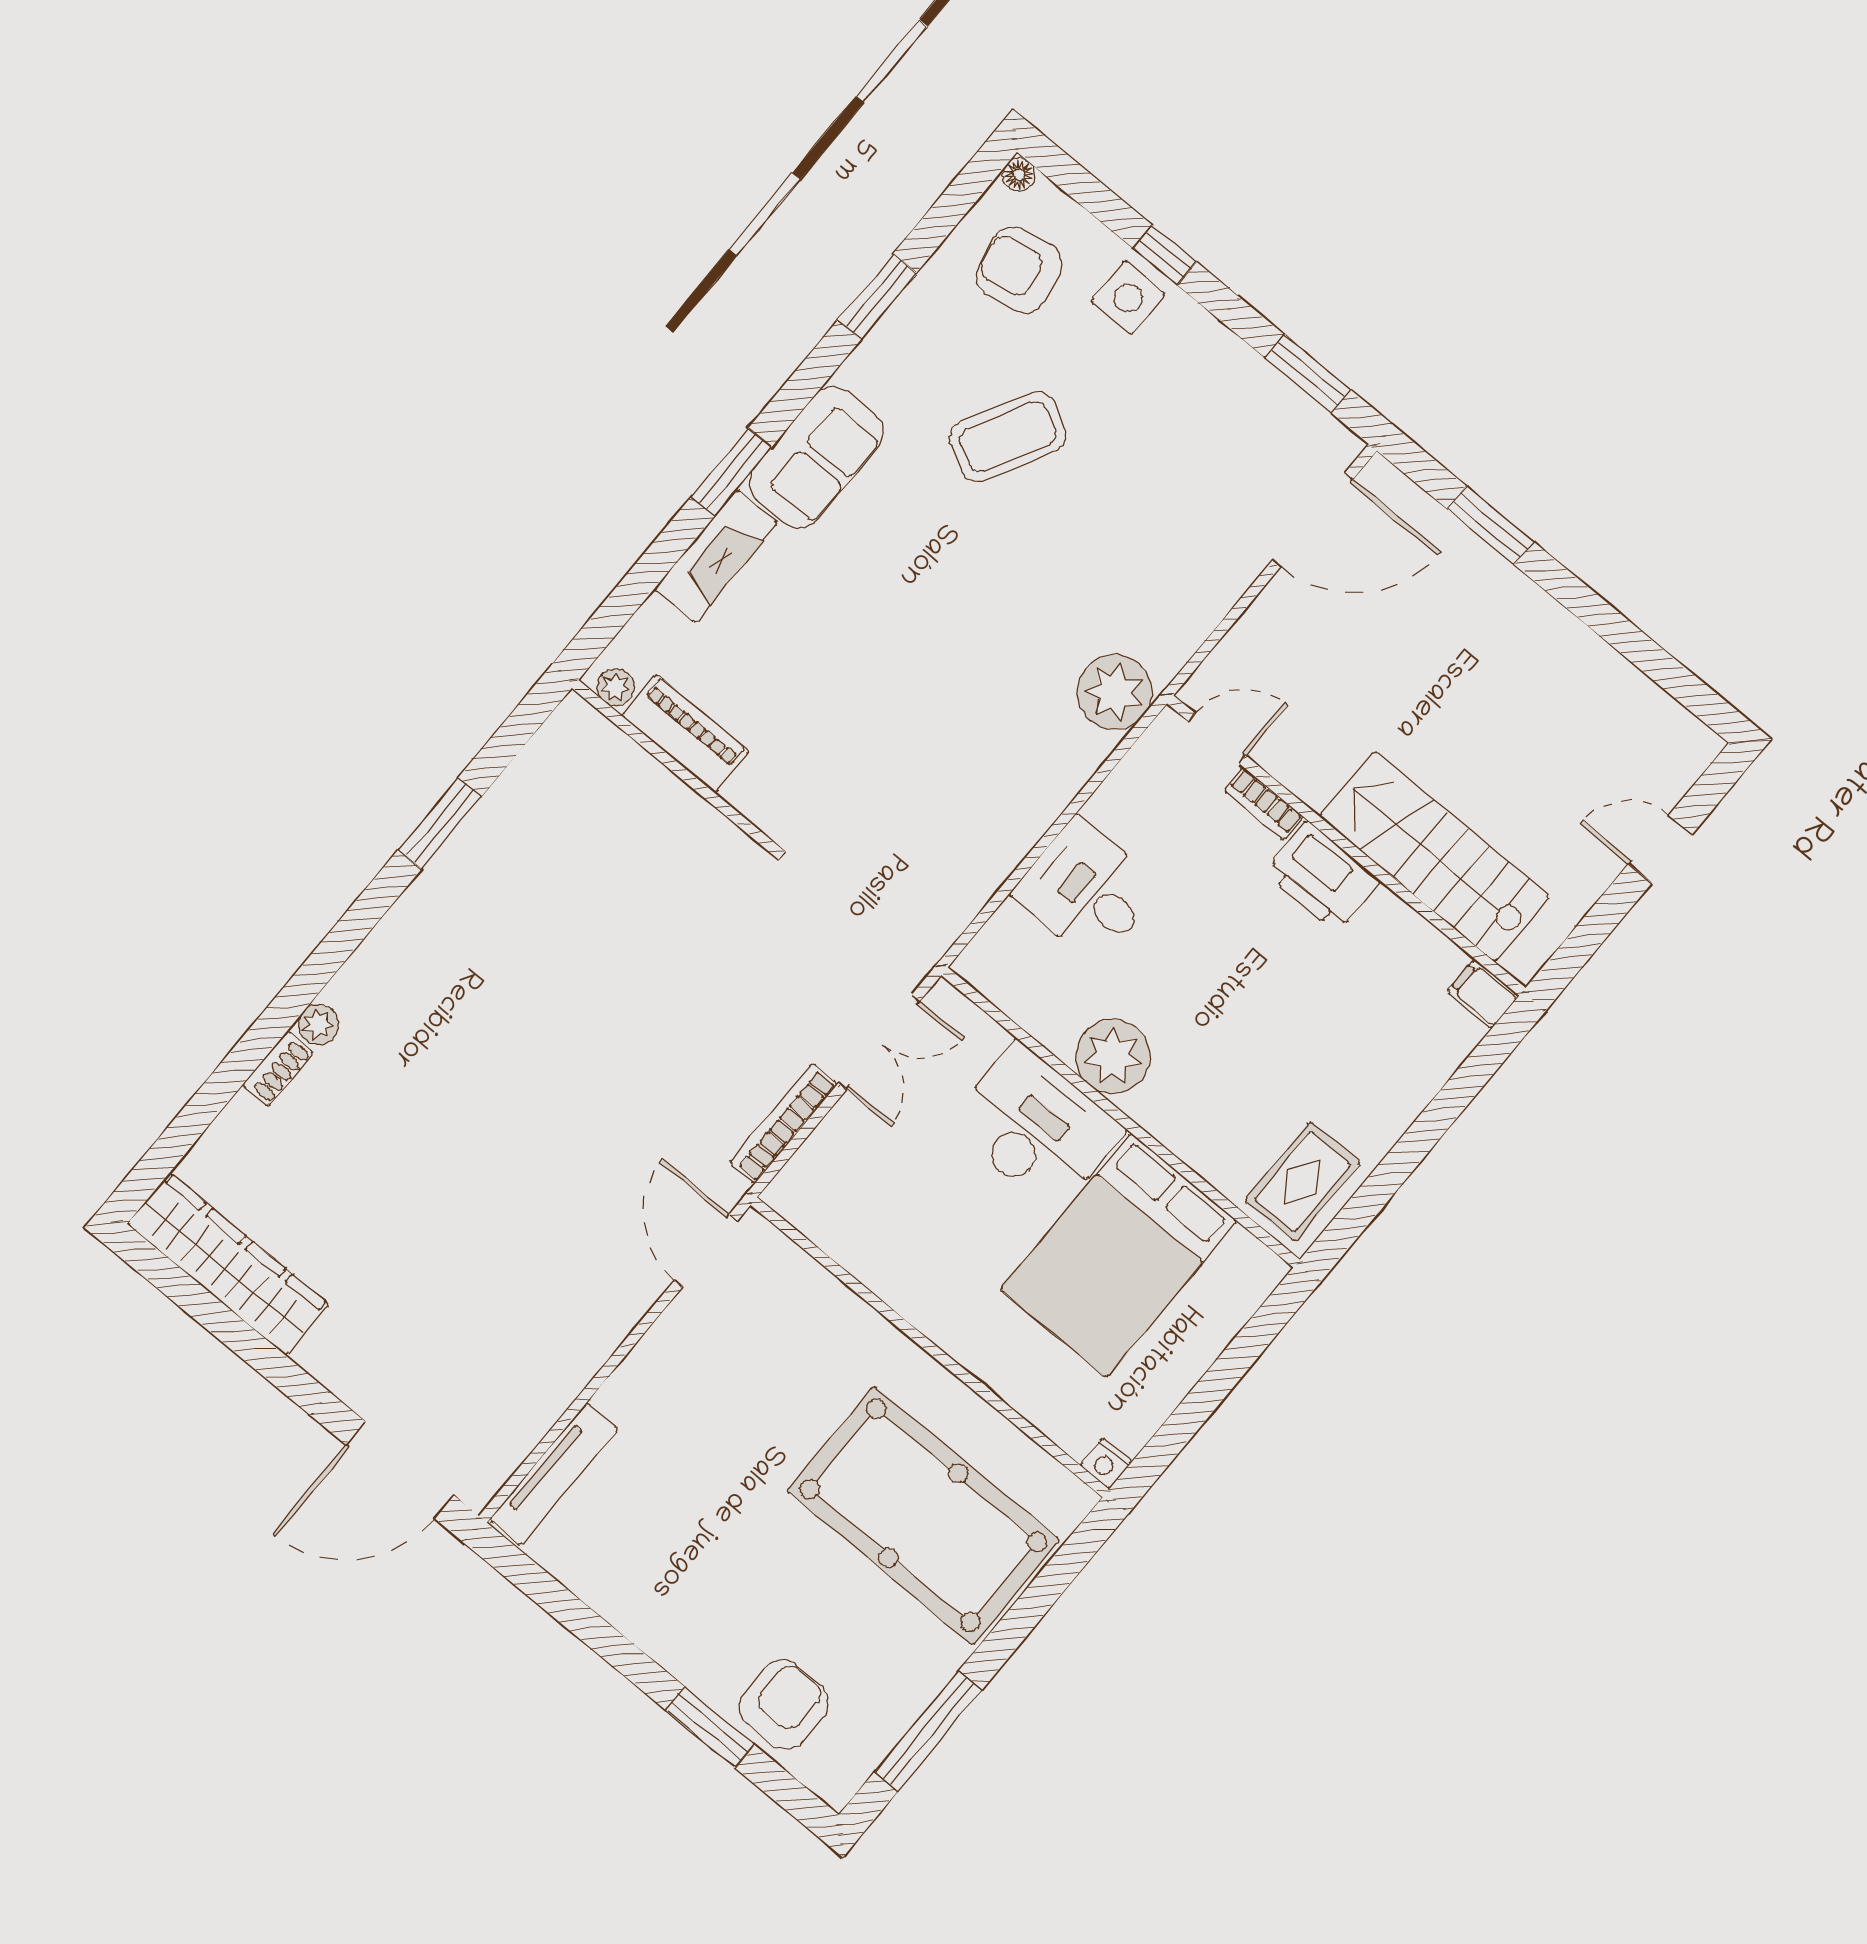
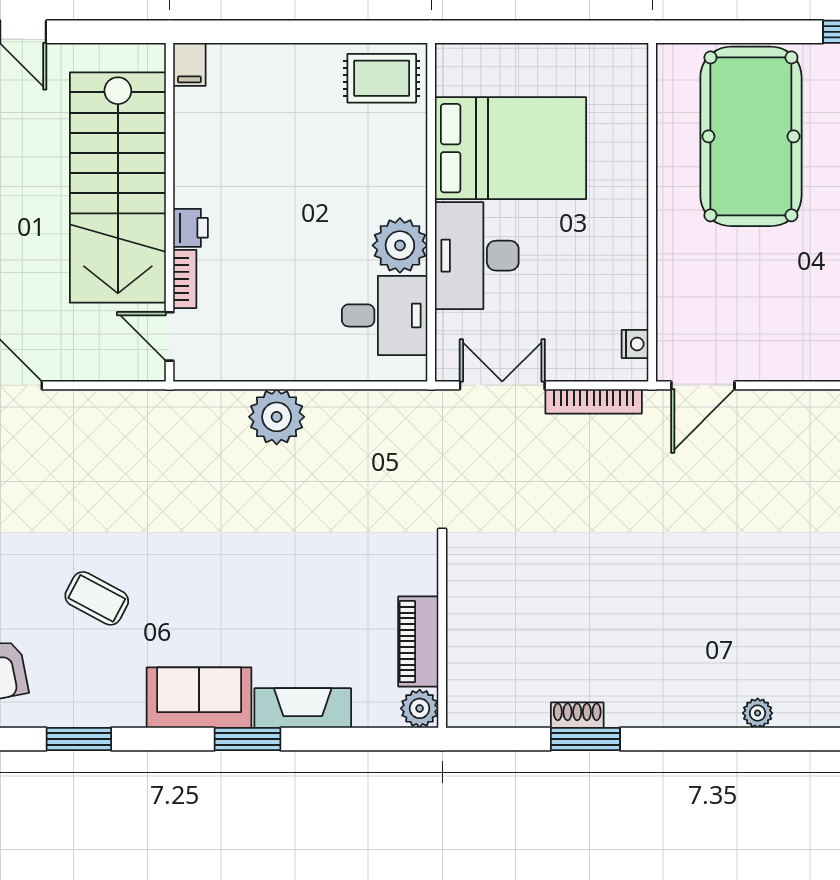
coffee table: (1008, 437) -> (97, 598), width x0.73, depth x0.77
plant: (616, 687) -> (420, 708), width x1.38, depth x1.38
plant: (1115, 692) -> (277, 417), moved
stairs: (1435, 857) -> (118, 187), width x1.36, depth x1.51
printer: (1322, 877) -> (191, 228), width x0.53, depth x0.68
desk: (1087, 890) -> (385, 315), moved, turned -90
shoe rack: (278, 1069) -> (577, 715), moved
nightstand: (1106, 1463) -> (635, 344), moved

